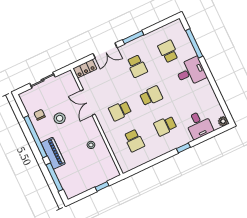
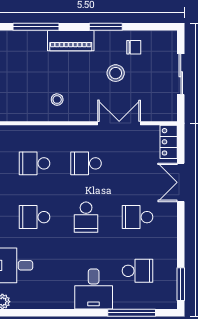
window: (133, 37) -> (181, 284), moved
school desk: (120, 111) -> (86, 163), turned -90
school desk: (165, 126) -> (34, 217), turned -90
window: (35, 137) -> (106, 27), width x0.47

